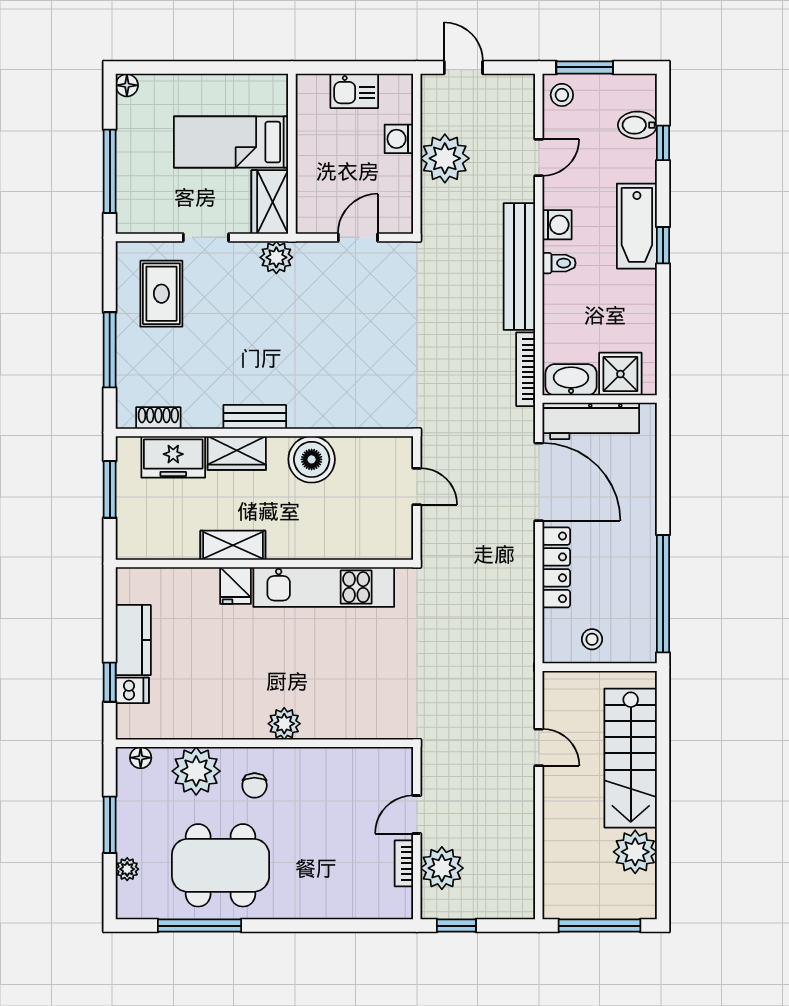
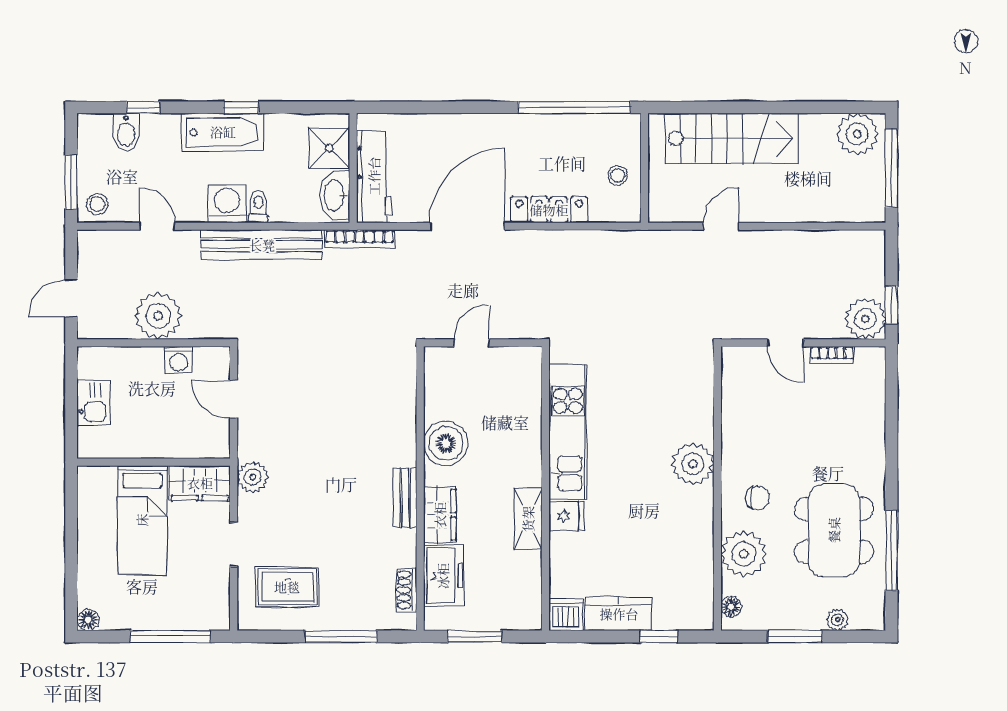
washing machine: (399, 139) -> (179, 360), moved
washing machine: (557, 225) -> (227, 204), width x1.38, depth x1.38
shower: (620, 374) -> (329, 148), moved
washbasin: (571, 380) -> (335, 195), moved
wall: (600, 399) -> (353, 168), moved
workbench: (591, 421) -> (374, 176), moved
dishwasher: (132, 690) -> (566, 615), moved, width x1.38
plant: (284, 724) -> (693, 464), width x1.36, depth x1.36
plant: (635, 852) -> (857, 134), moved
plant: (442, 868) -> (865, 319), moved

